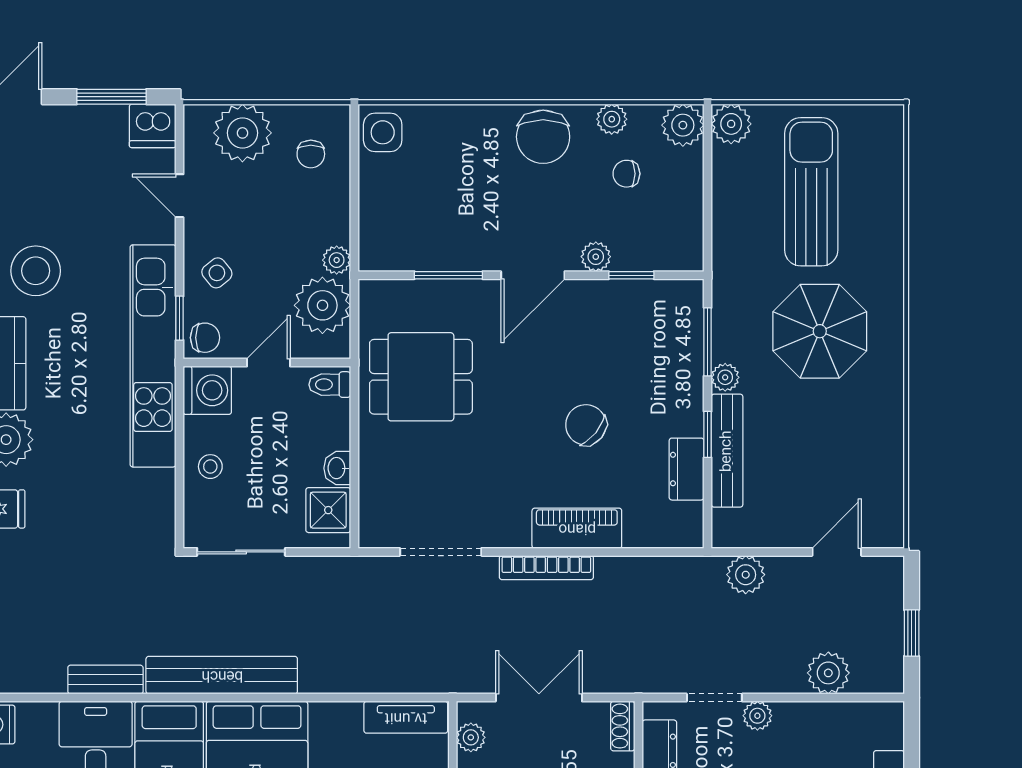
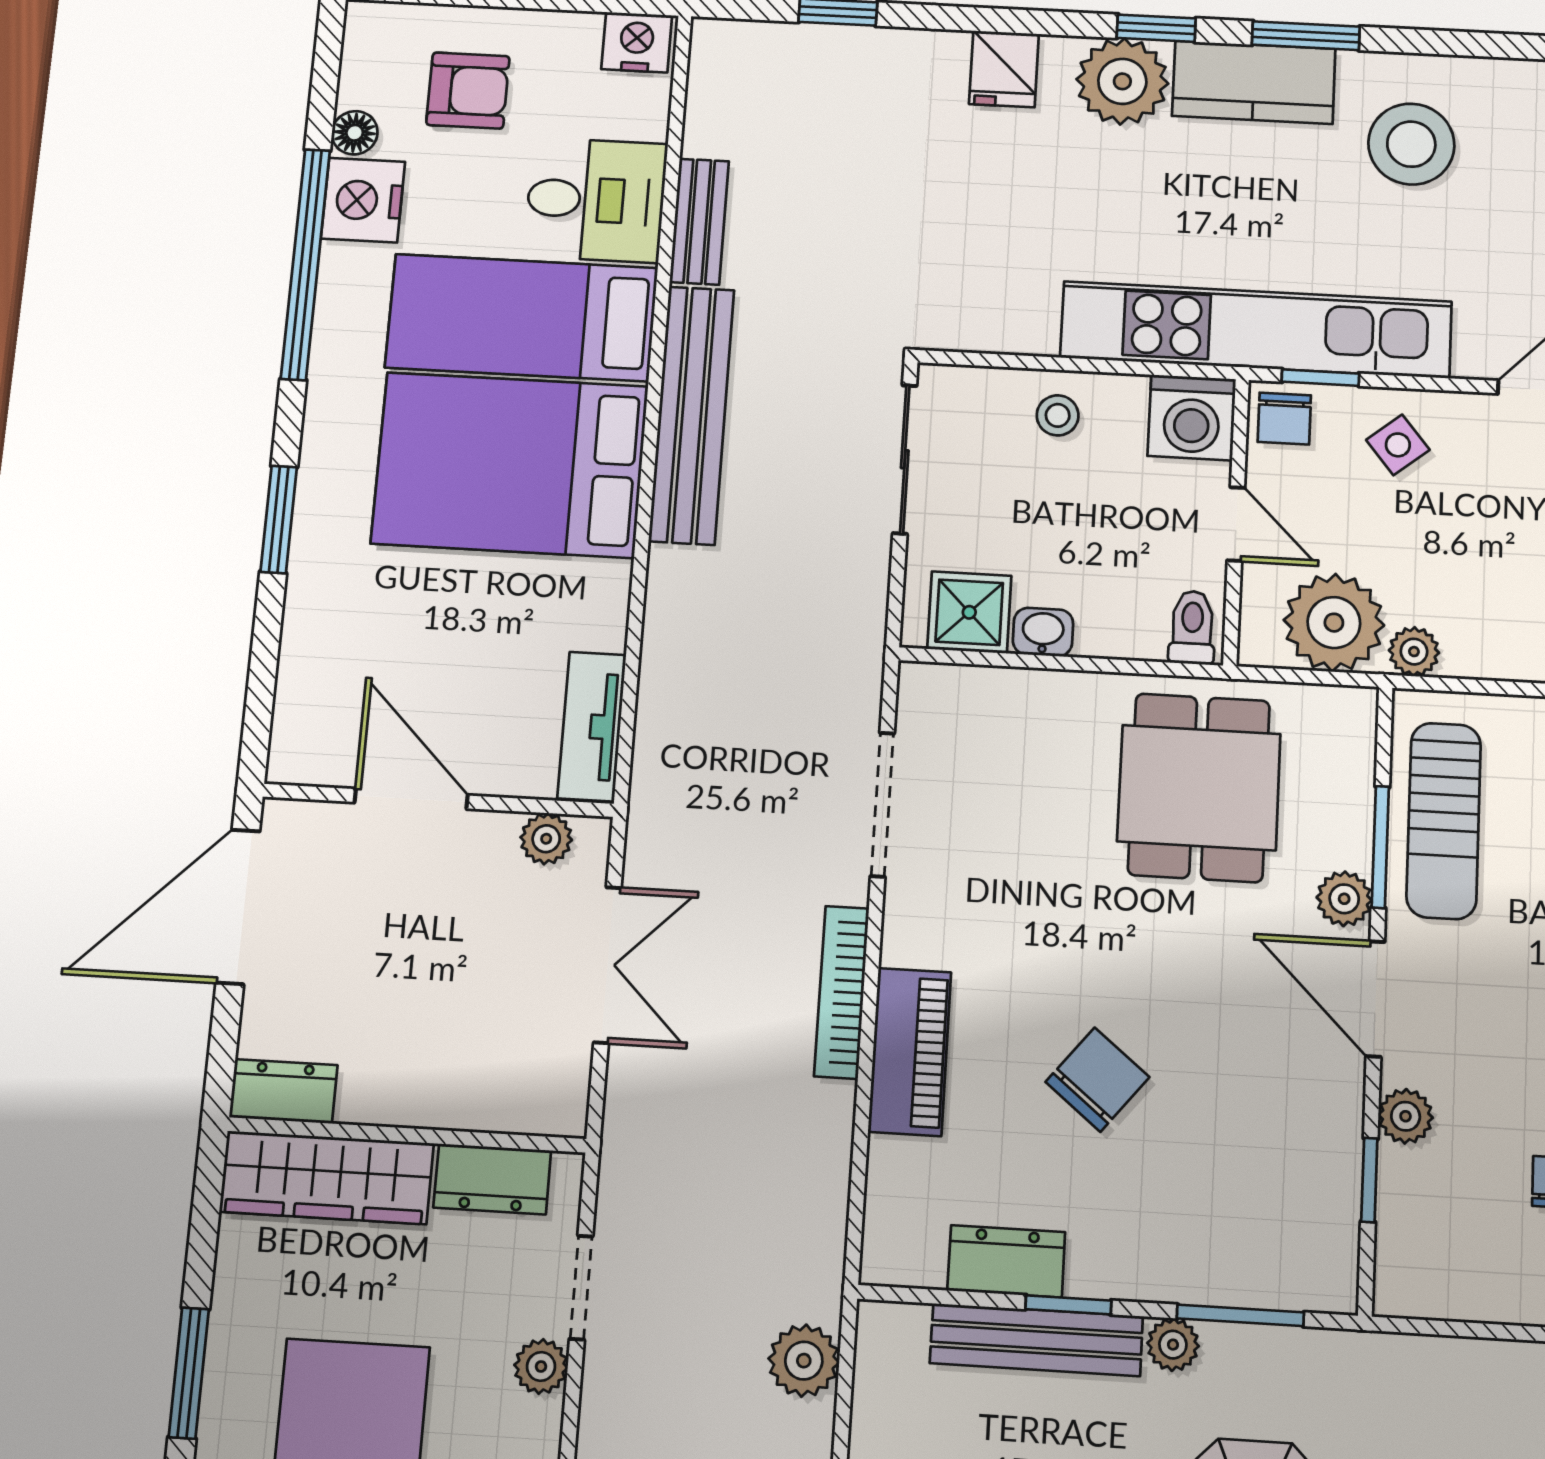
sun lounger: (432, 241) -> (1444, 821), added
plant: (478, 294) -> (1344, 899), added
shoe rack: (623, 726) -> (543, 1114), removed

